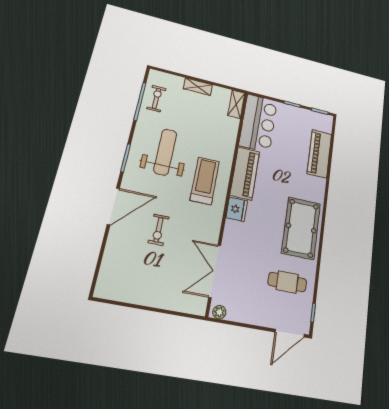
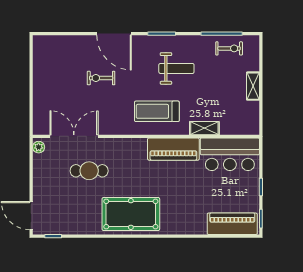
shelving: (236, 104) -> (204, 128), moved
weight bench: (165, 152) -> (176, 68), width x0.73, depth x0.75
piano: (319, 154) -> (232, 224), moved
treadmill: (205, 181) -> (157, 111), turned 180
fridge: (237, 209) -> (136, 147), removed
cafe table: (287, 282) -> (89, 171), moved, turned 90

